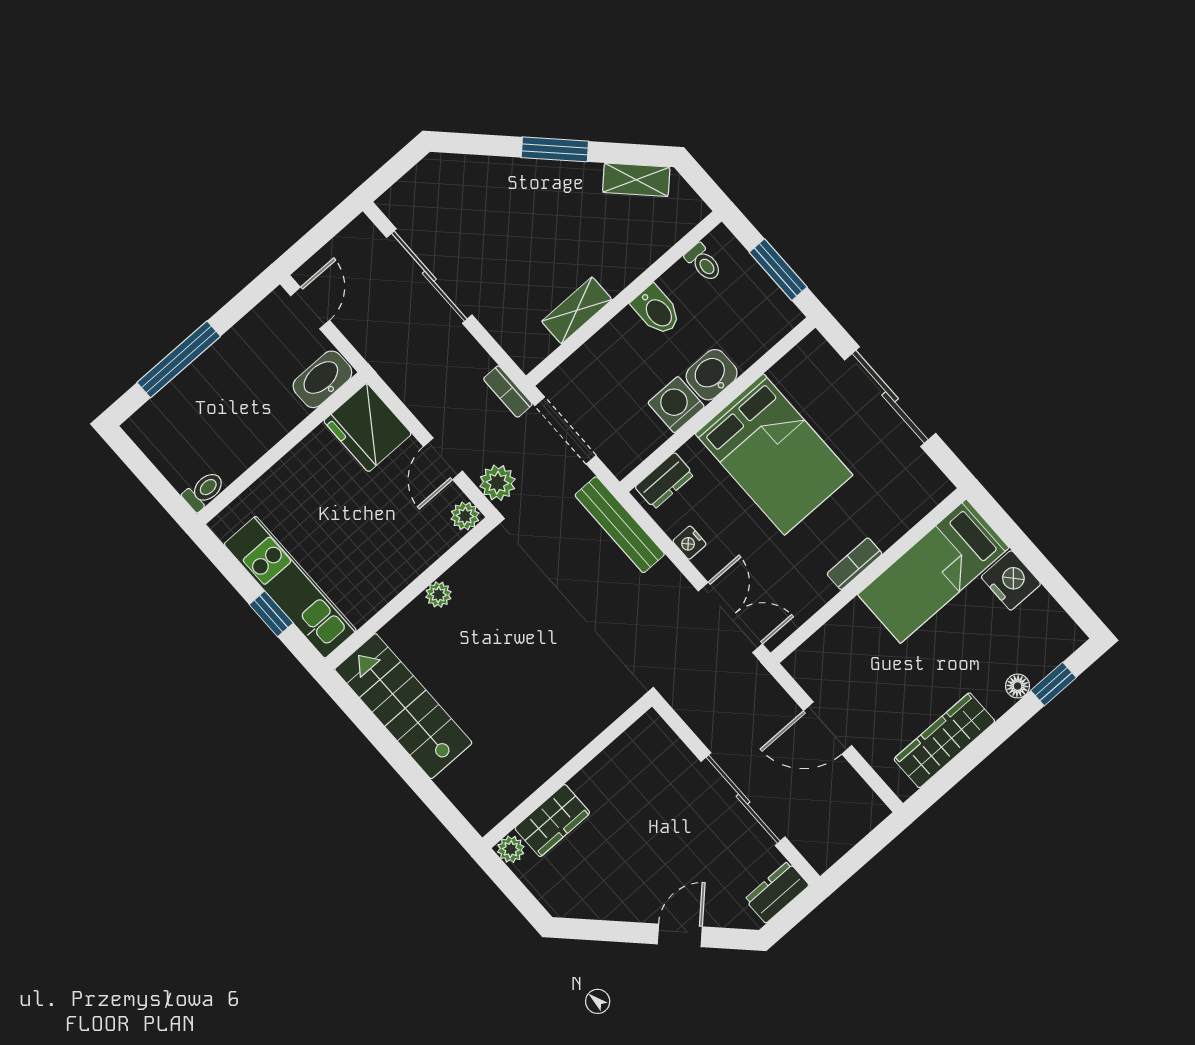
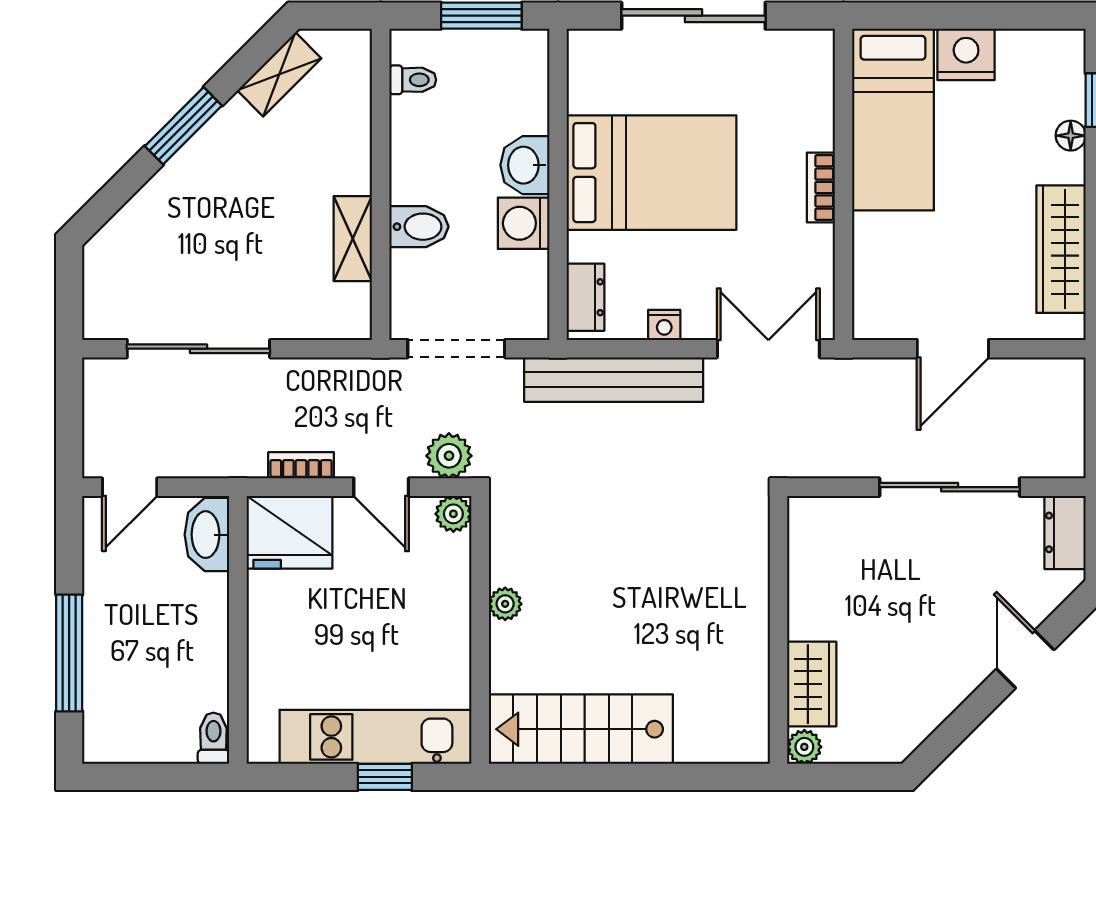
door: (310, 308) -> (130, 487), swing flipped
bidet: (657, 310) -> (419, 227), moved
bookcase: (508, 392) -> (301, 465), moved, turned 180
bench: (620, 525) -> (614, 380), width x1.37, depth x1.21

